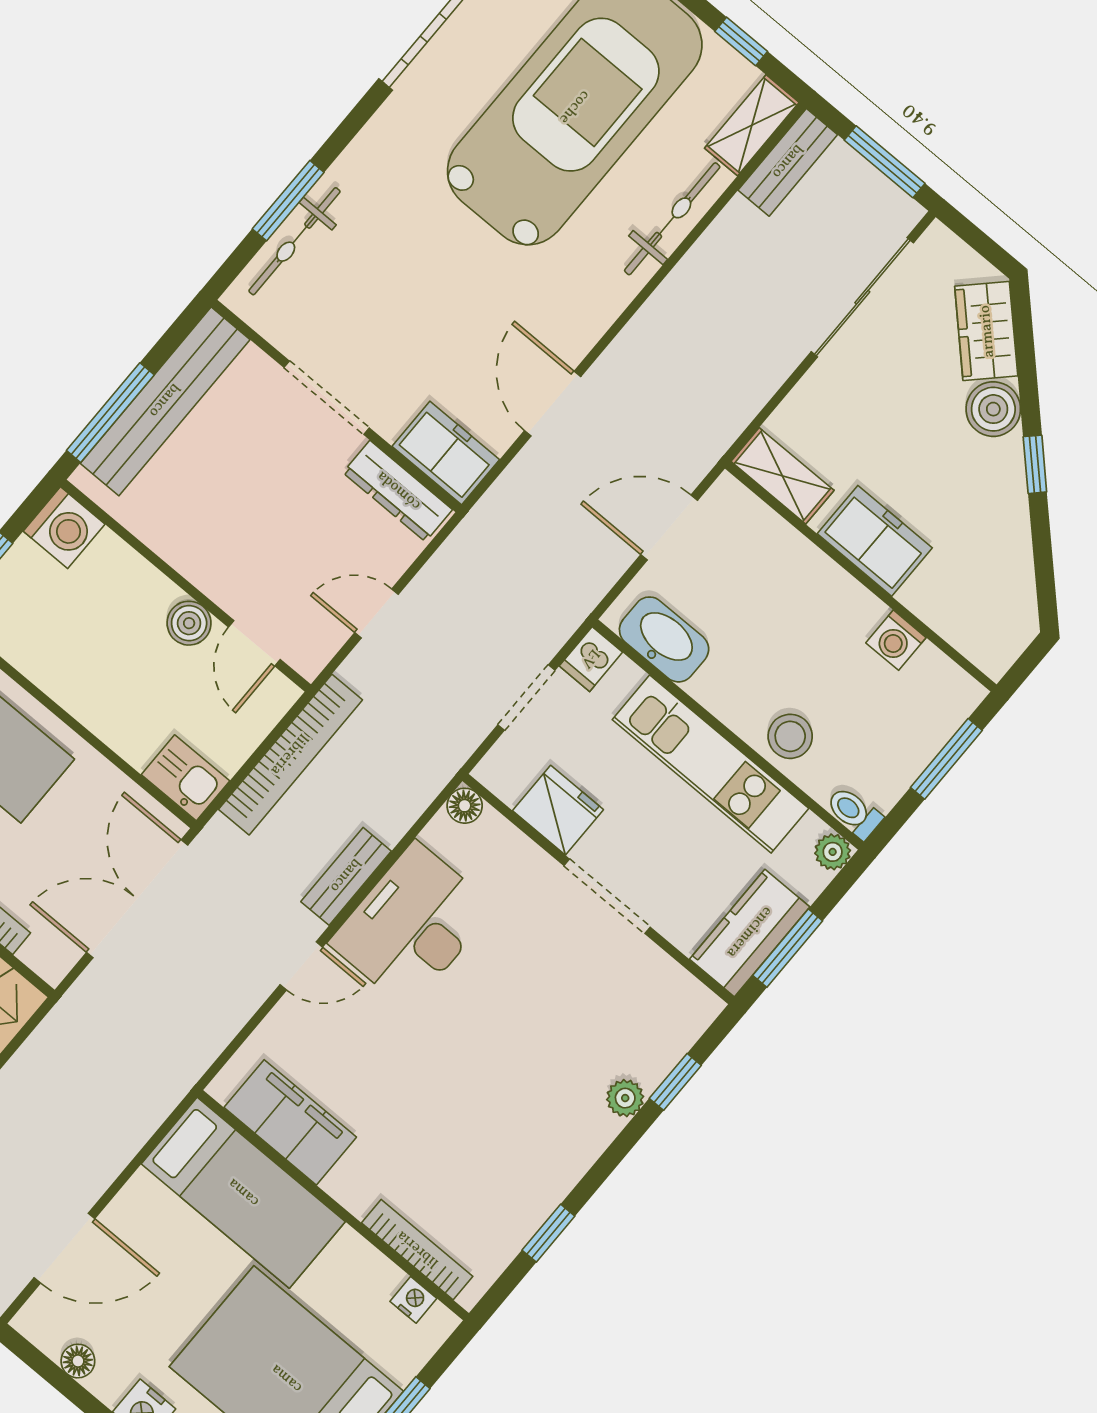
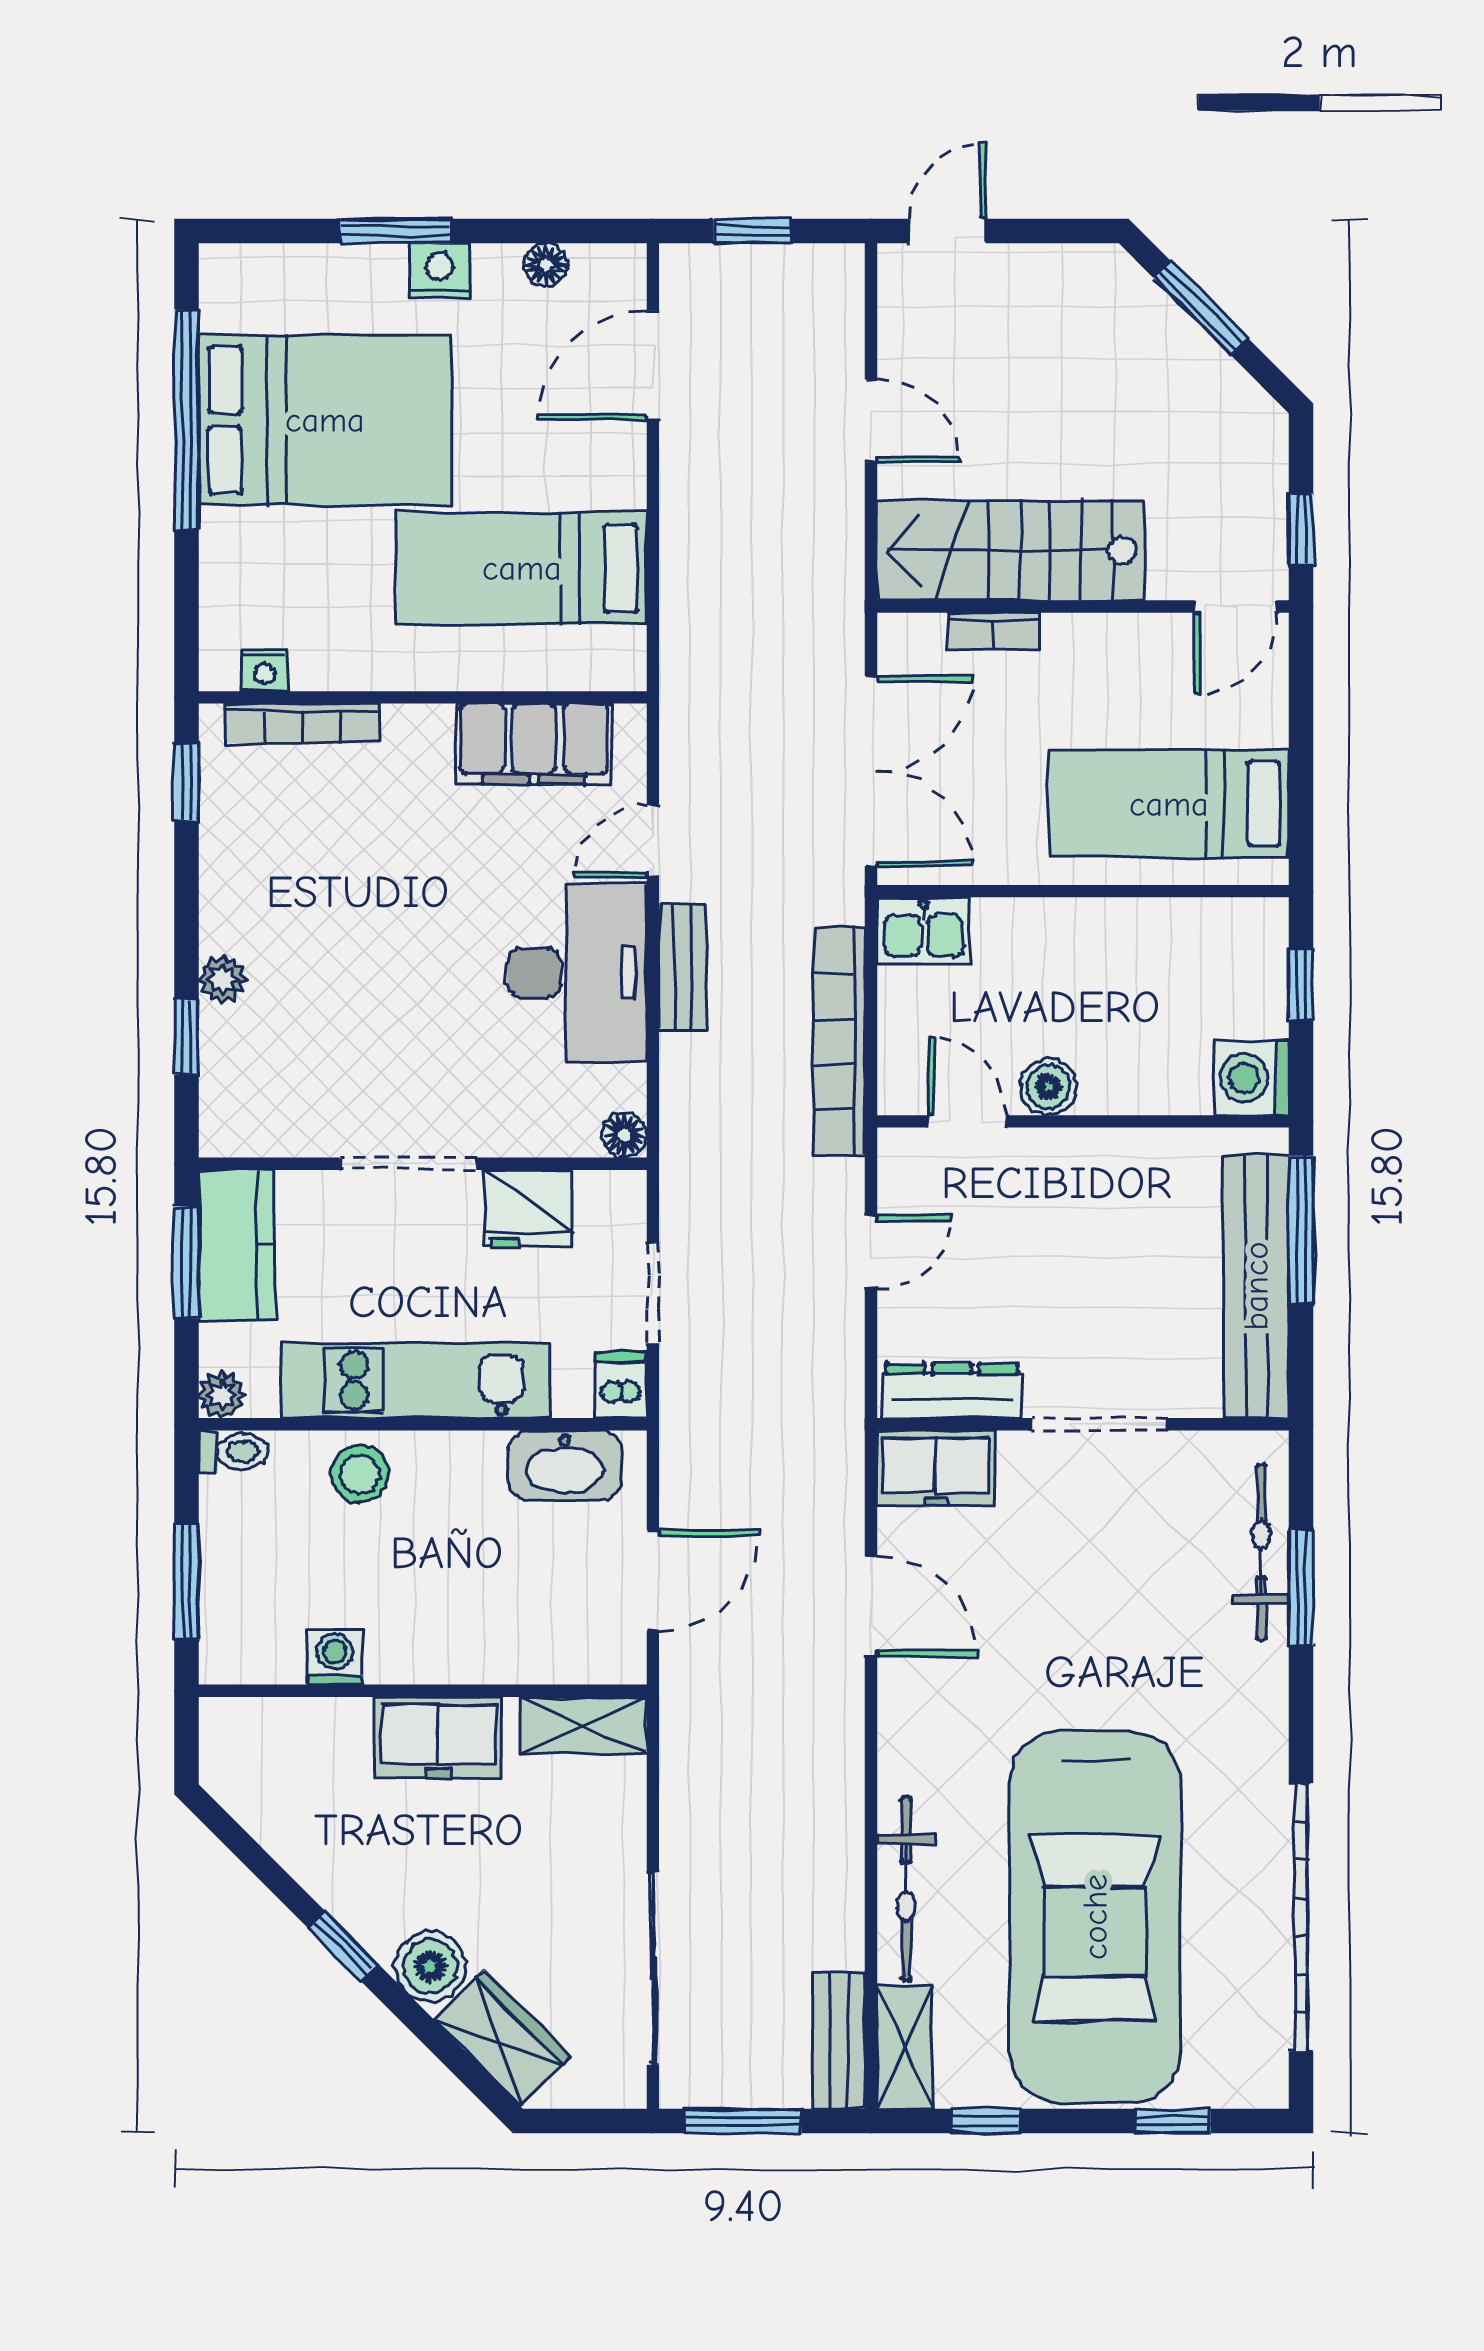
filing cabinet: (290, 1122) -> (534, 744), moved
wall: (333, 1205) -> (423, 697), moved
bookcase: (417, 1250) -> (303, 723), moved
nightstand: (413, 1300) -> (265, 670), moved

